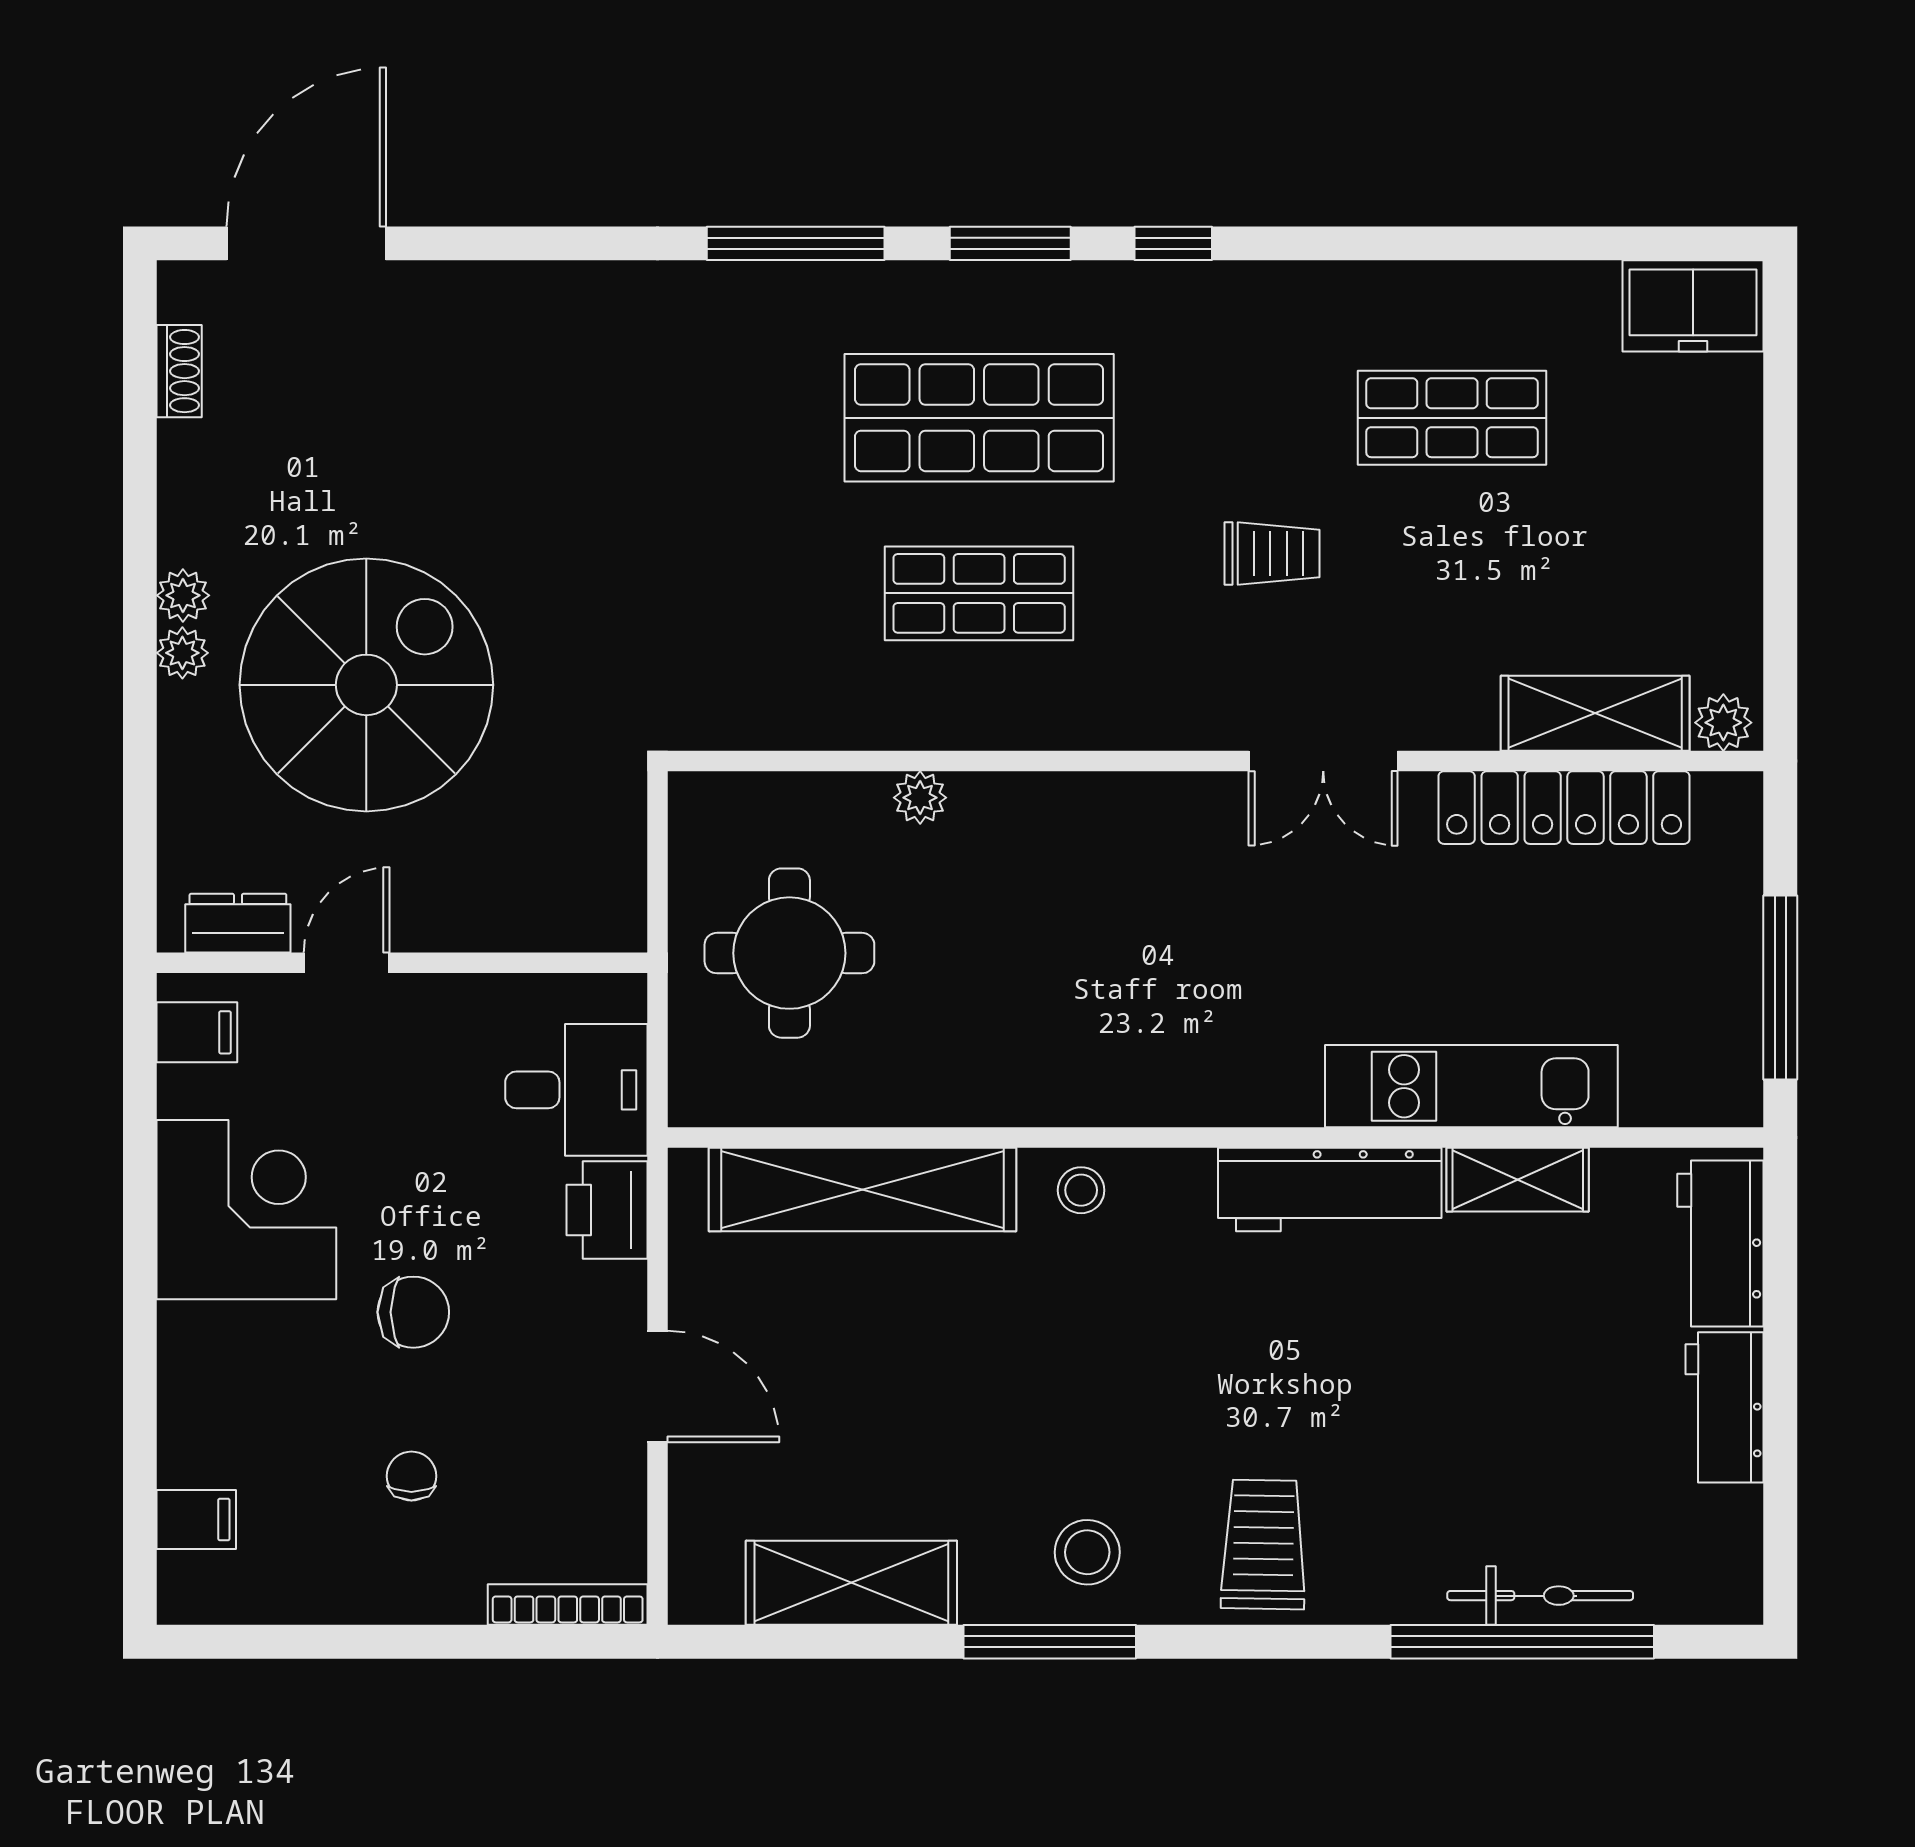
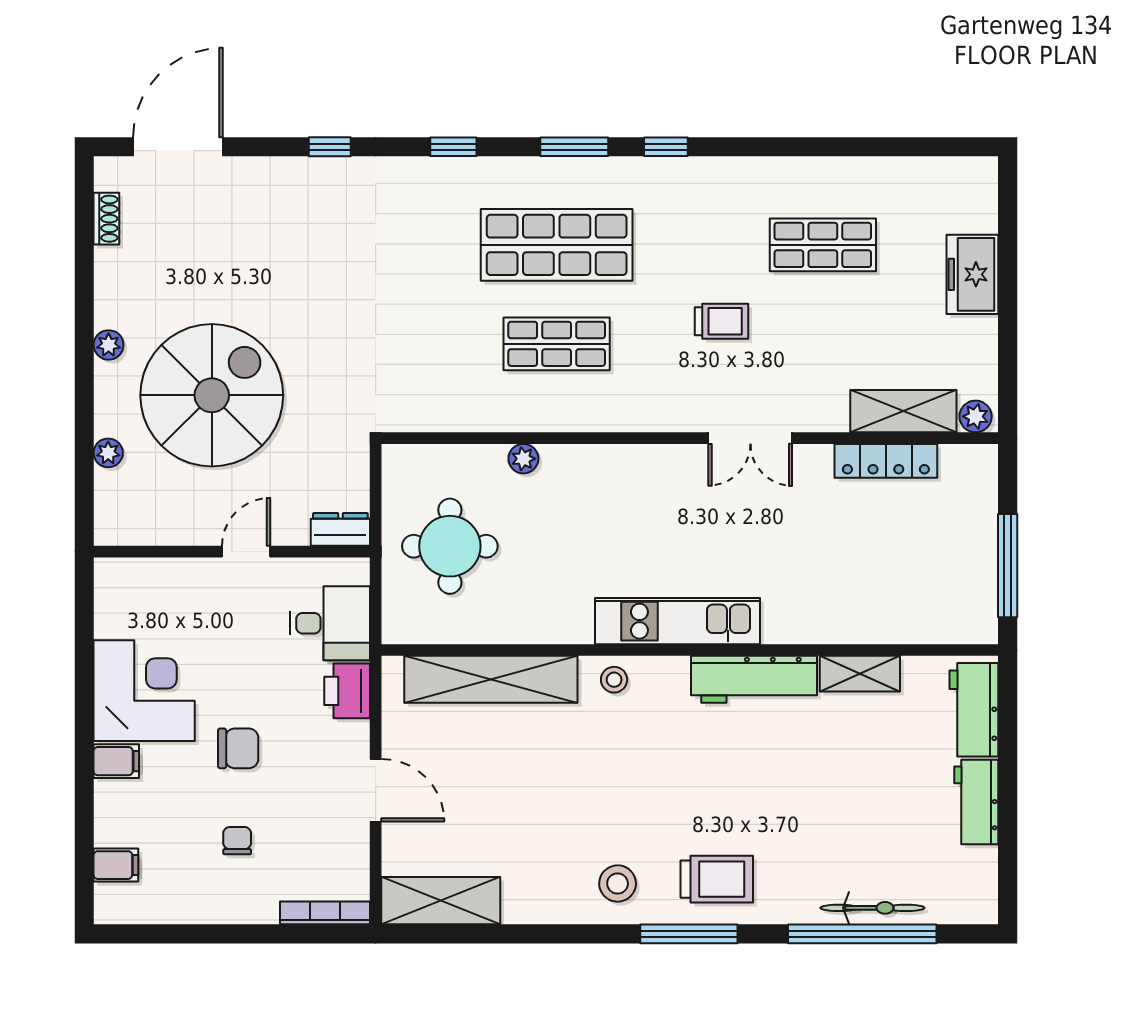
window: (576, 243) -> (330, 147), added
window: (796, 243) -> (453, 147), width x0.46
freezer: (1693, 306) -> (972, 274), moved, turned 90
plant: (182, 653) -> (108, 453), moved
locker: (1564, 808) -> (886, 461), width x0.71, depth x0.83
dresser: (238, 923) -> (340, 529), moved
door: (347, 963) -> (246, 552), moved
filing cabinet: (197, 1032) -> (116, 761), moved
kitchen unit: (1471, 1086) -> (677, 621), moved
trolley: (1263, 1544) -> (717, 879), turned 89
shelving: (851, 1583) -> (441, 901), moved
window: (1050, 1642) -> (689, 934), moved

